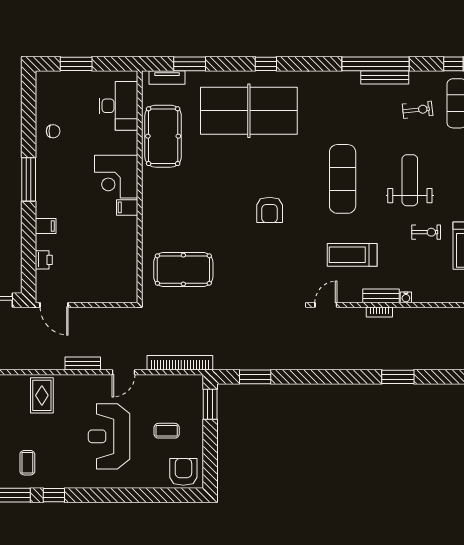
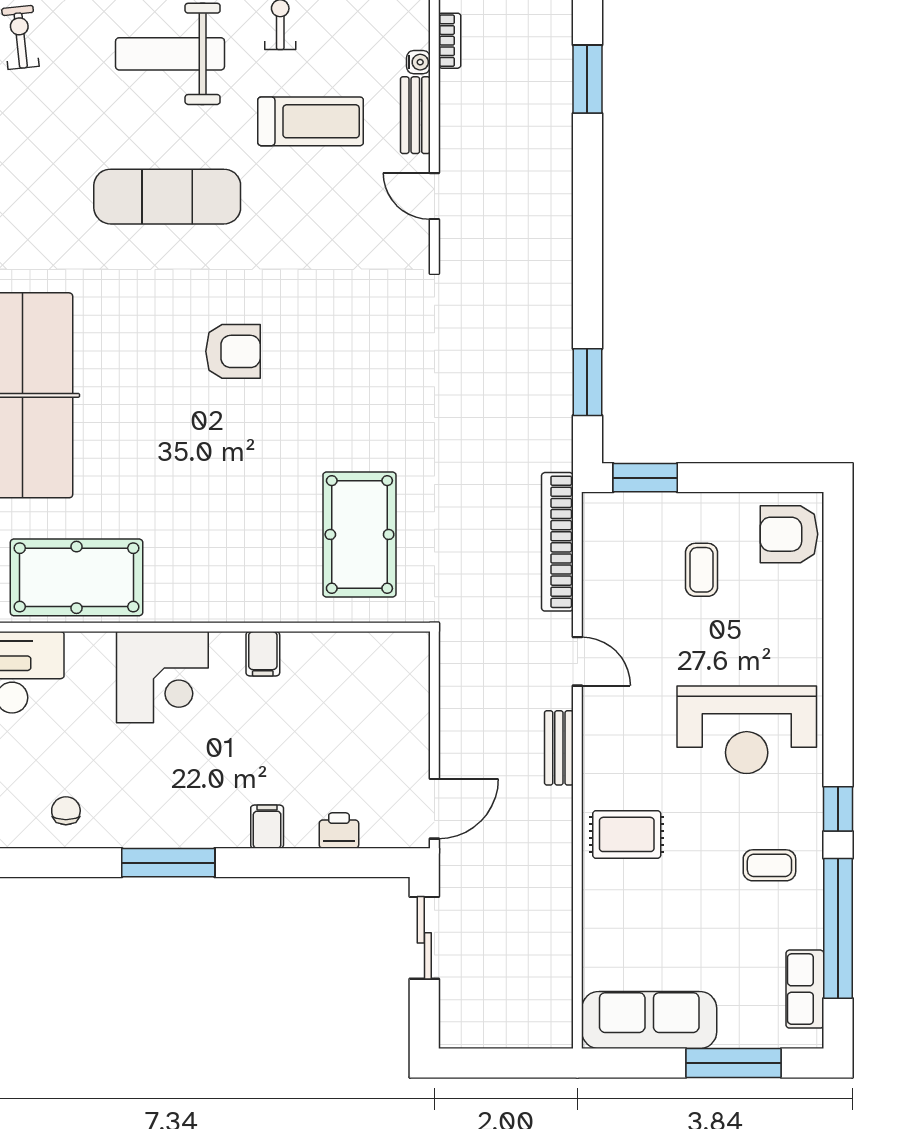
filing cabinet: (127, 207) -> (263, 654), moved
treadmill: (352, 255) -> (311, 121), moved, turned -90
door: (326, 305) -> (434, 196), moved
bookcase: (379, 312) -> (450, 41), moved
reception desk: (109, 436) -> (747, 730), moved

